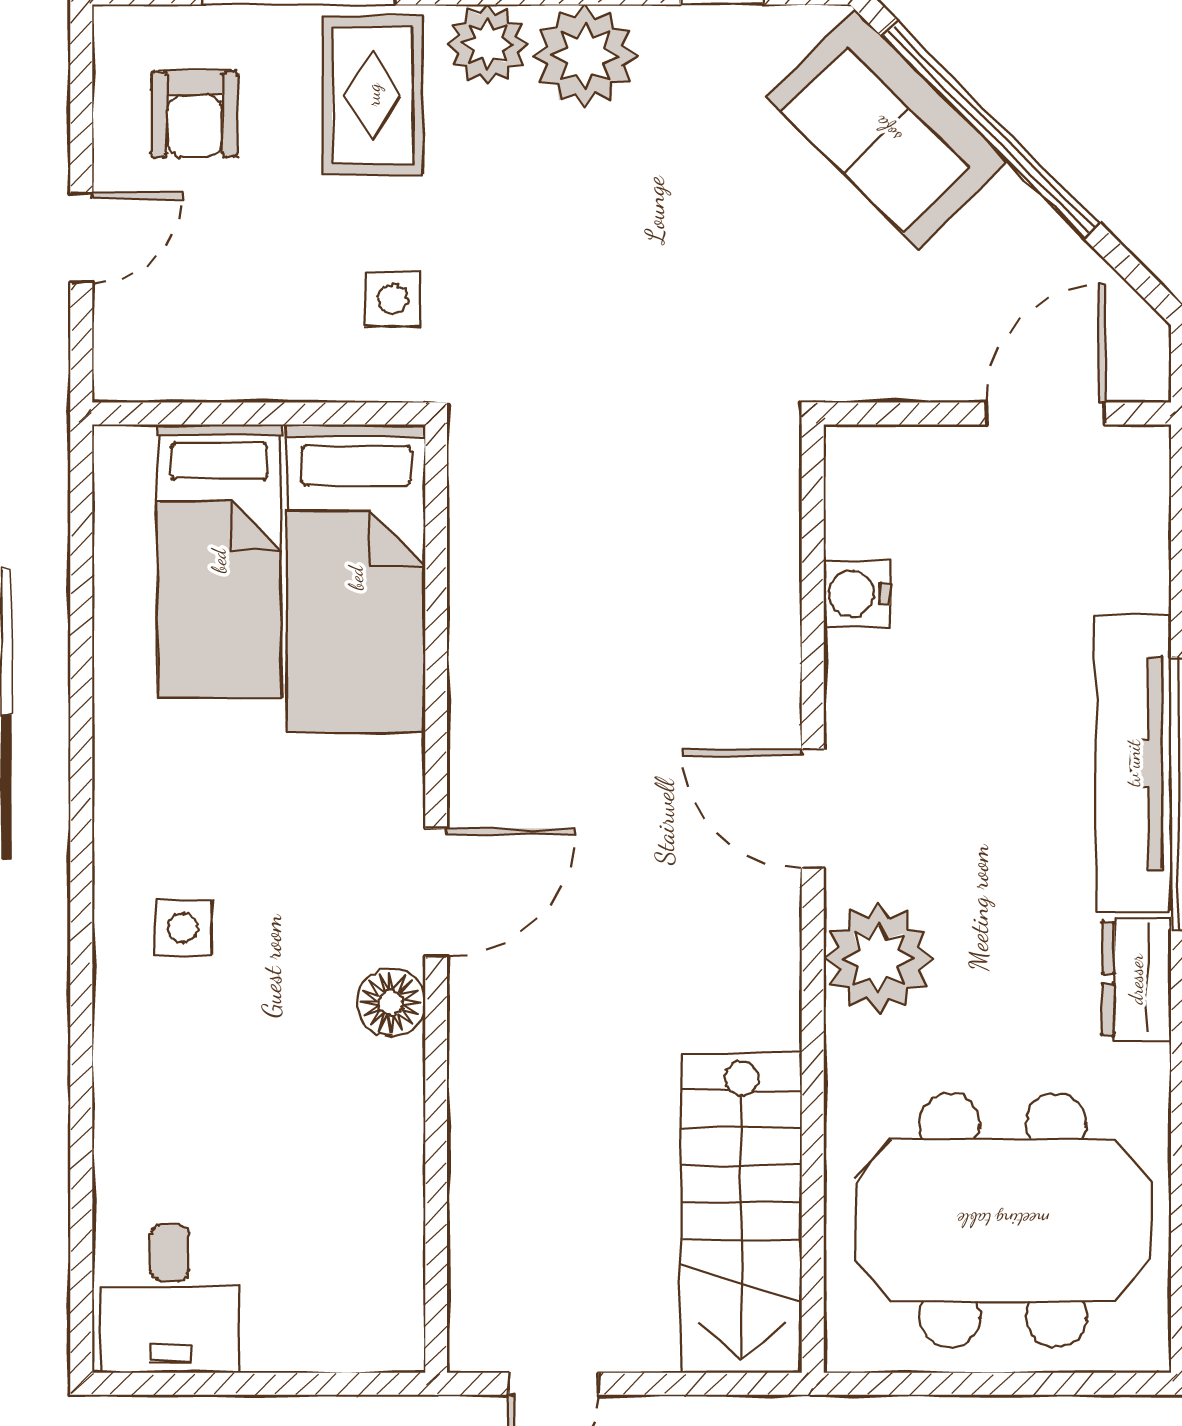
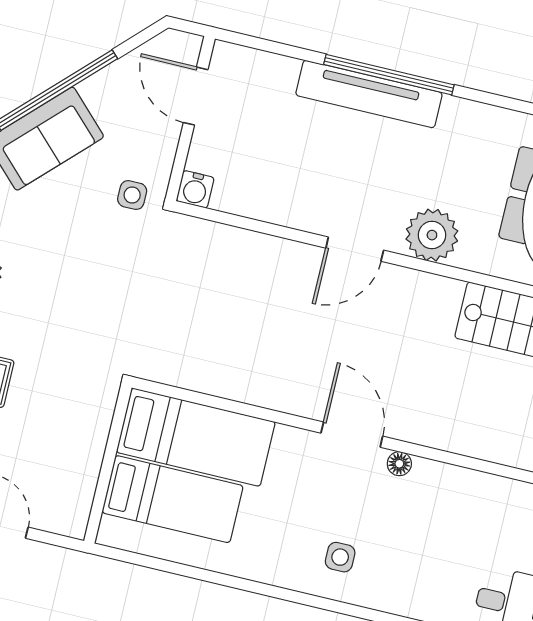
side table: (393, 299) -> (132, 195), moved
water cooler: (857, 594) -> (195, 189), moved
dresser: (1136, 979) -> (470, 116), removed
floor lamp: (391, 1002) -> (399, 464), width x0.73, depth x0.73

